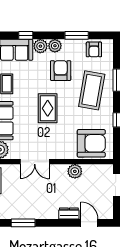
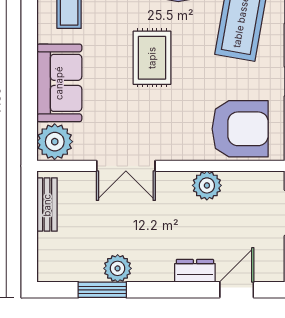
plant: (31, 212) -> (118, 268), added
door: (89, 223) -> (237, 290), hinge flipped

